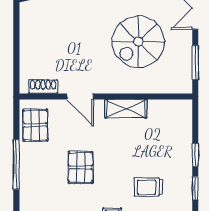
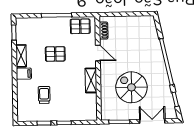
door: (80, 96) -> (98, 53), swing flipped

